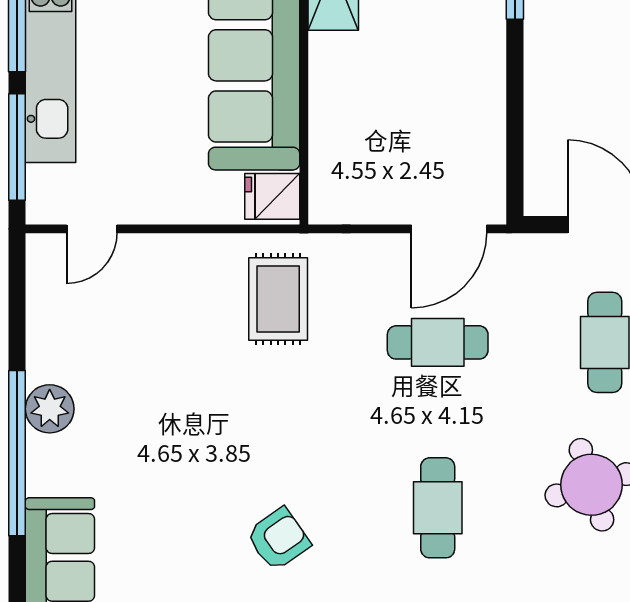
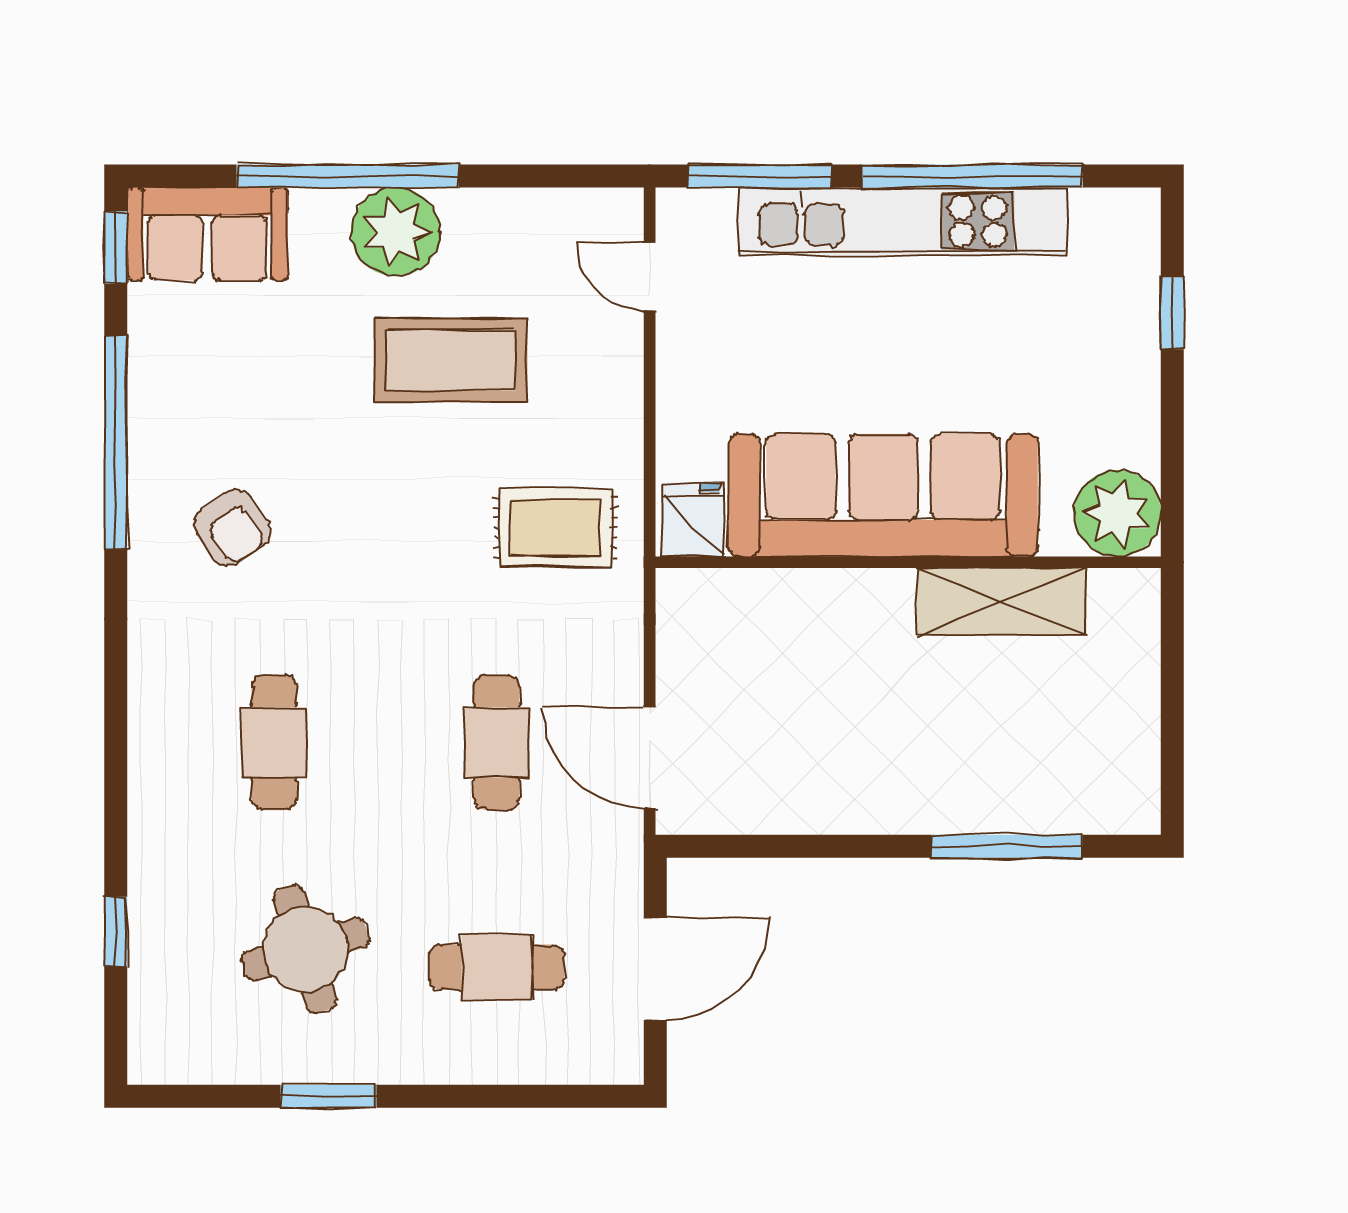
coffee table: (154, 376) -> (451, 360), added
plant: (50, 409) -> (396, 232), width x1.36, depth x1.36
cafe table: (438, 508) -> (274, 742), turned 90

